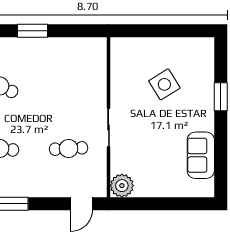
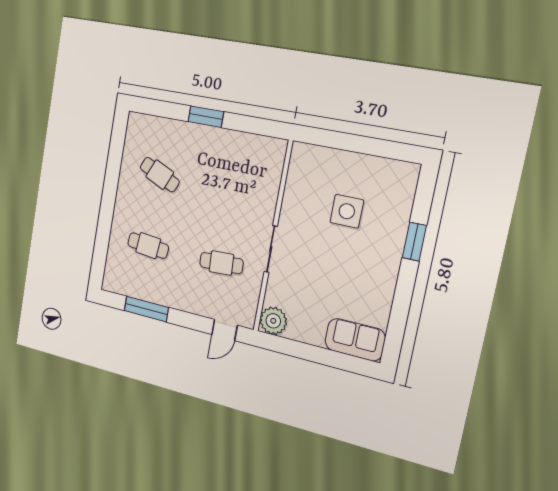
side table: (164, 84) -> (347, 211), turned 32
sofa: (201, 155) -> (355, 340), moved, turned 90

